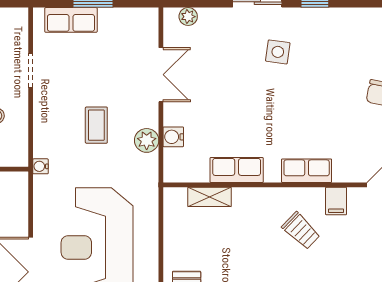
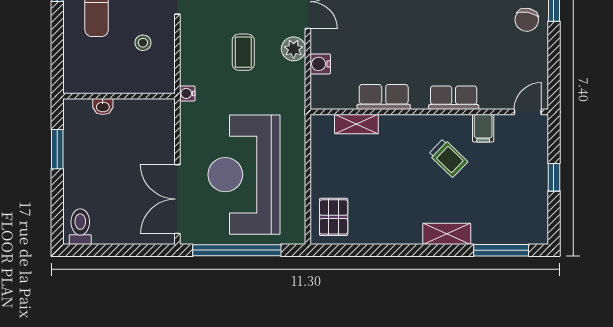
plant: (147, 140) -> (294, 49), moved

